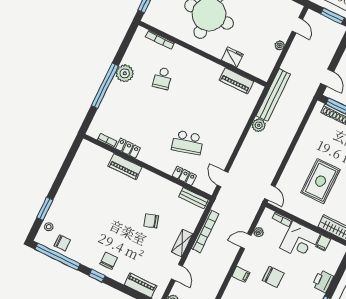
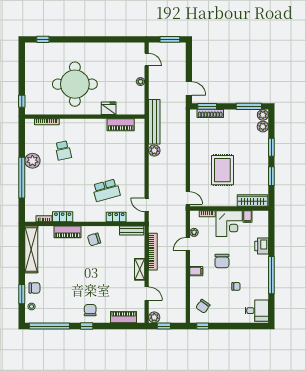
shelving: (78, 166) -> (31, 249), added
chair: (151, 221) -> (94, 239), moved
chair: (62, 243) -> (34, 288), moved
chair: (273, 277) -> (222, 261), turned 90

